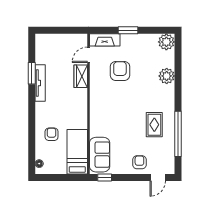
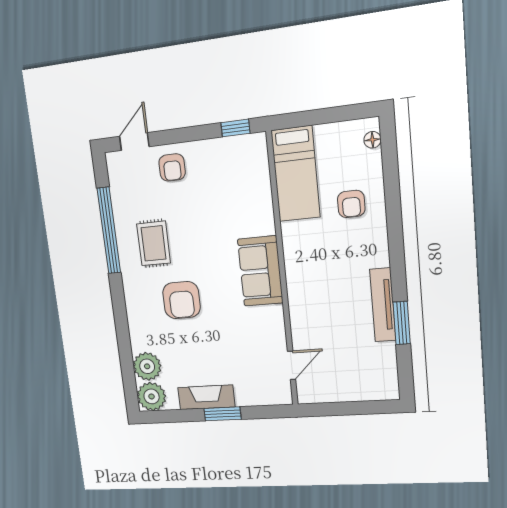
fireplace: (105, 40) -> (206, 397), moved
armchair: (120, 71) -> (181, 300), moved
wardrobe: (81, 76) -> (303, 324), removed
plant: (167, 76) -> (147, 366), moved
sofa: (100, 155) -> (260, 271), moved

